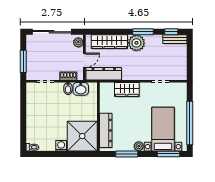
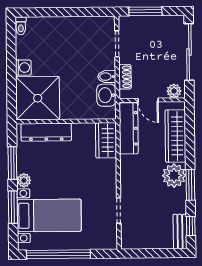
wardrobe: (127, 89) -> (106, 140), moved
window: (169, 154) -> (13, 207), moved

